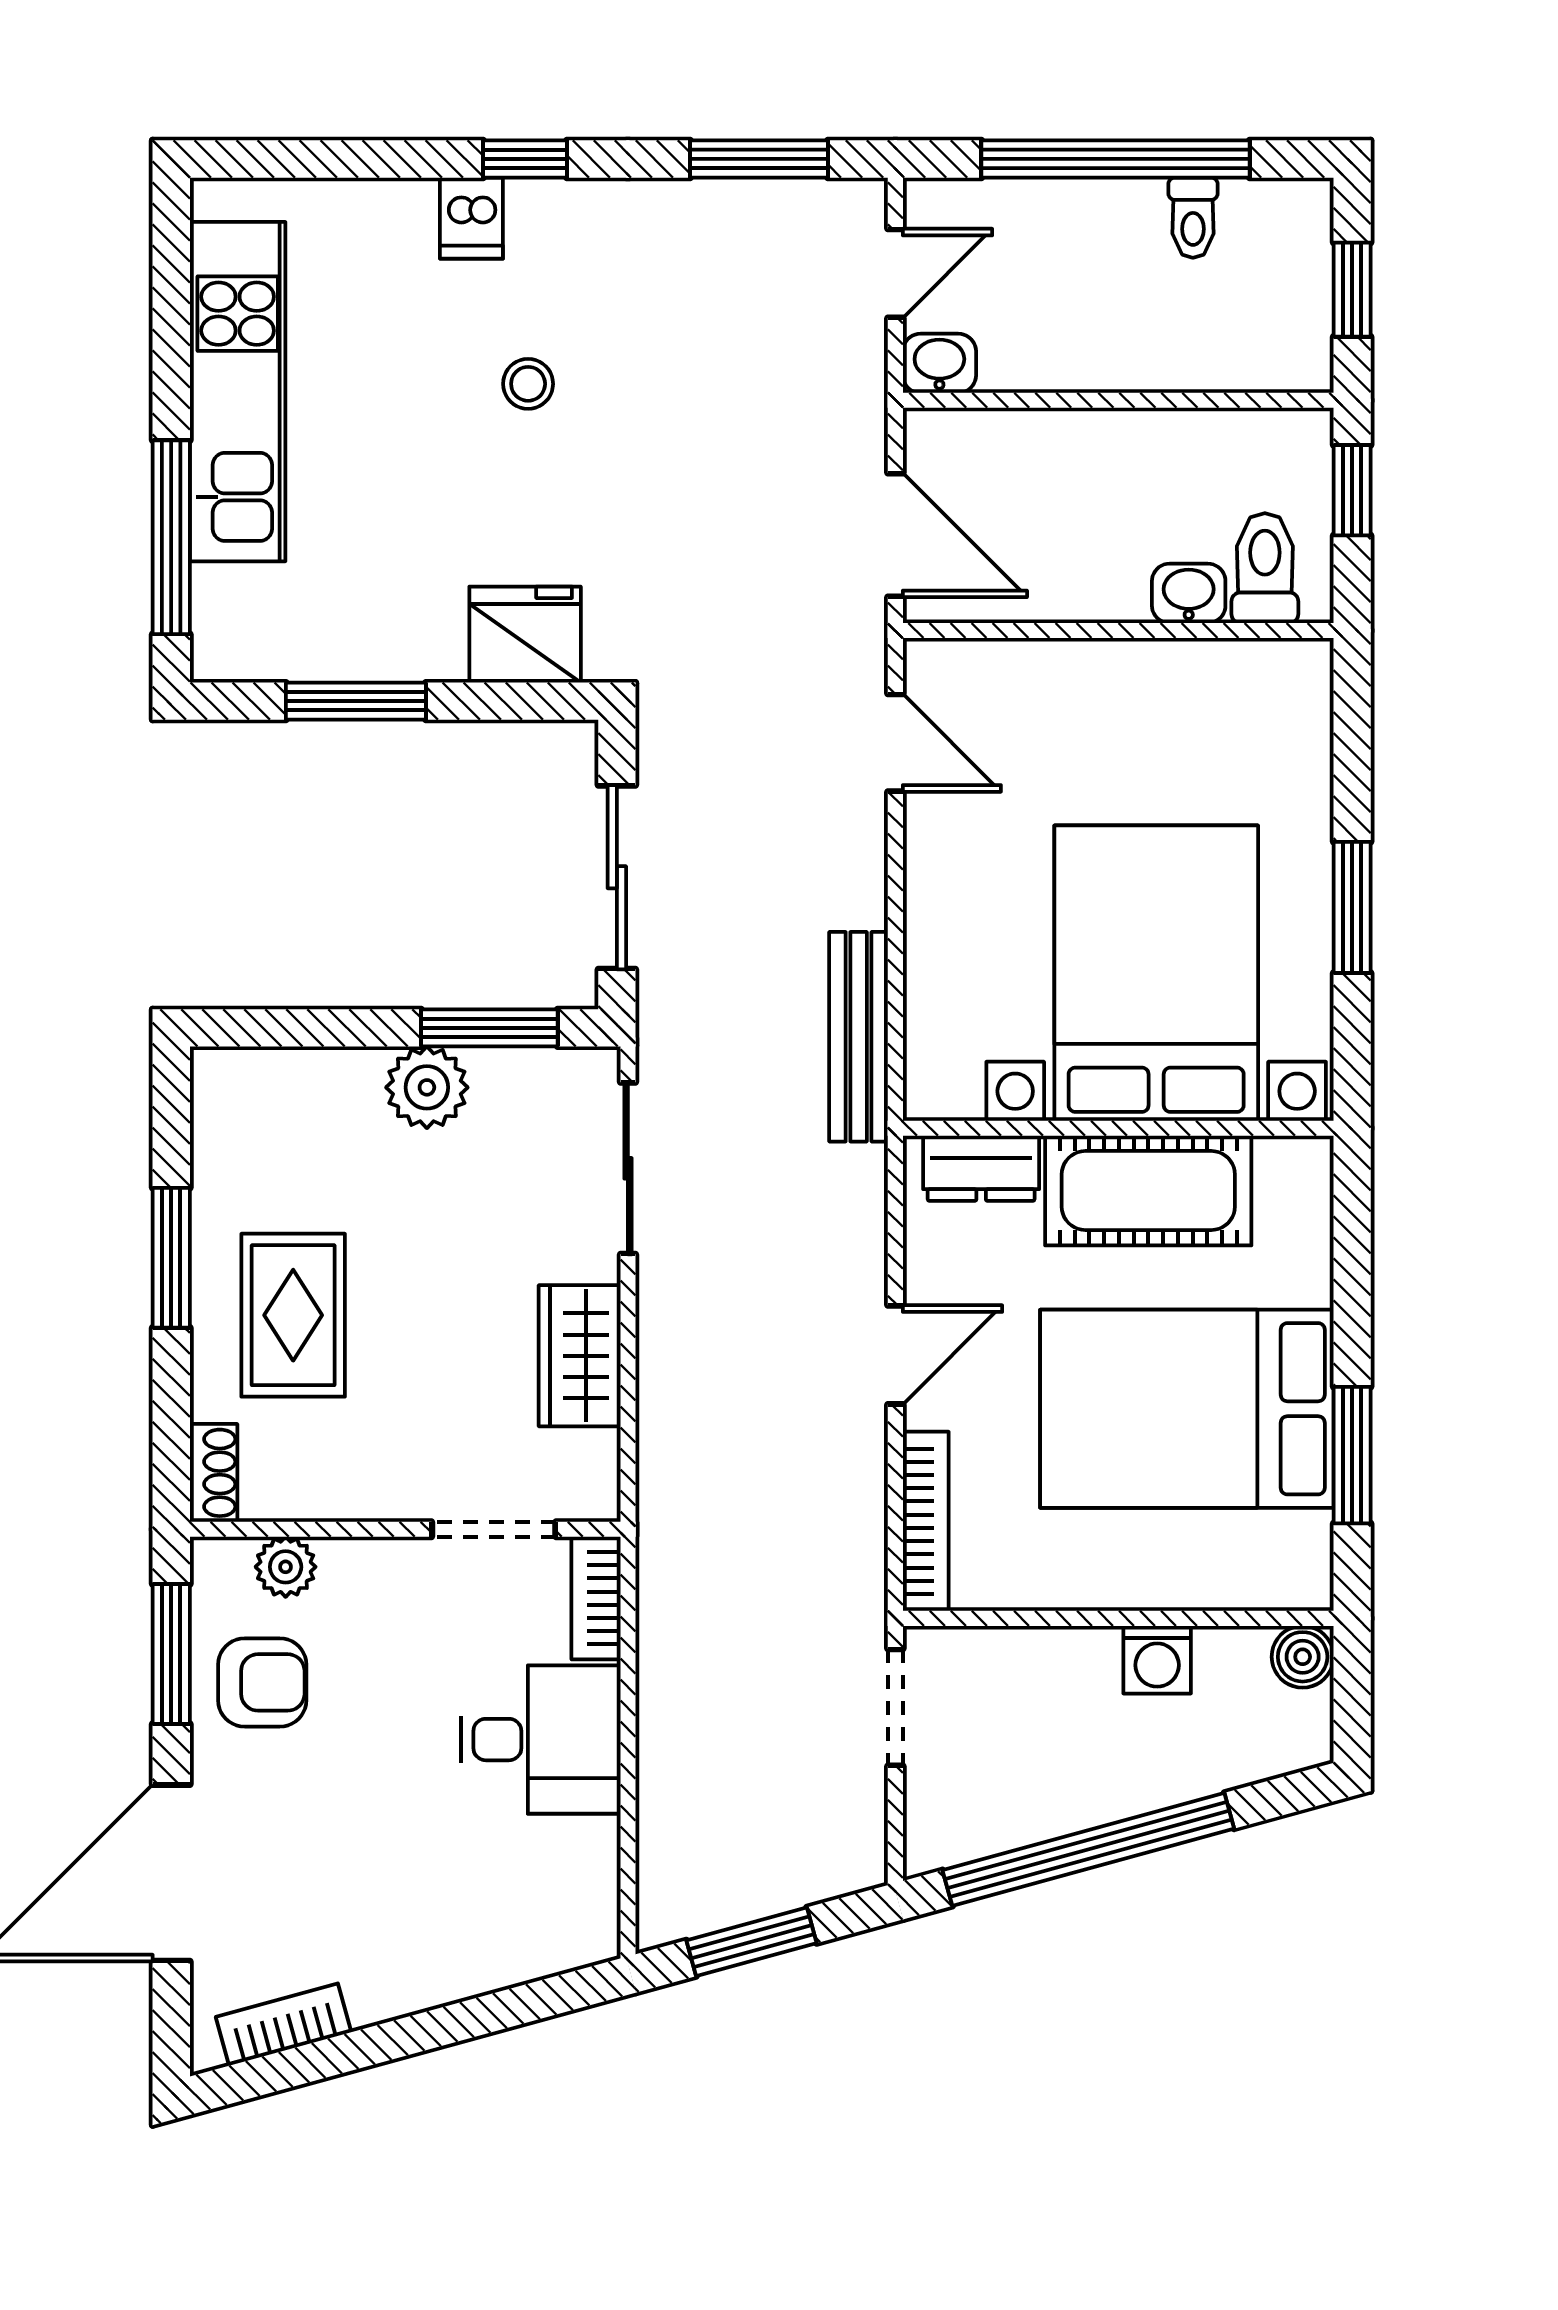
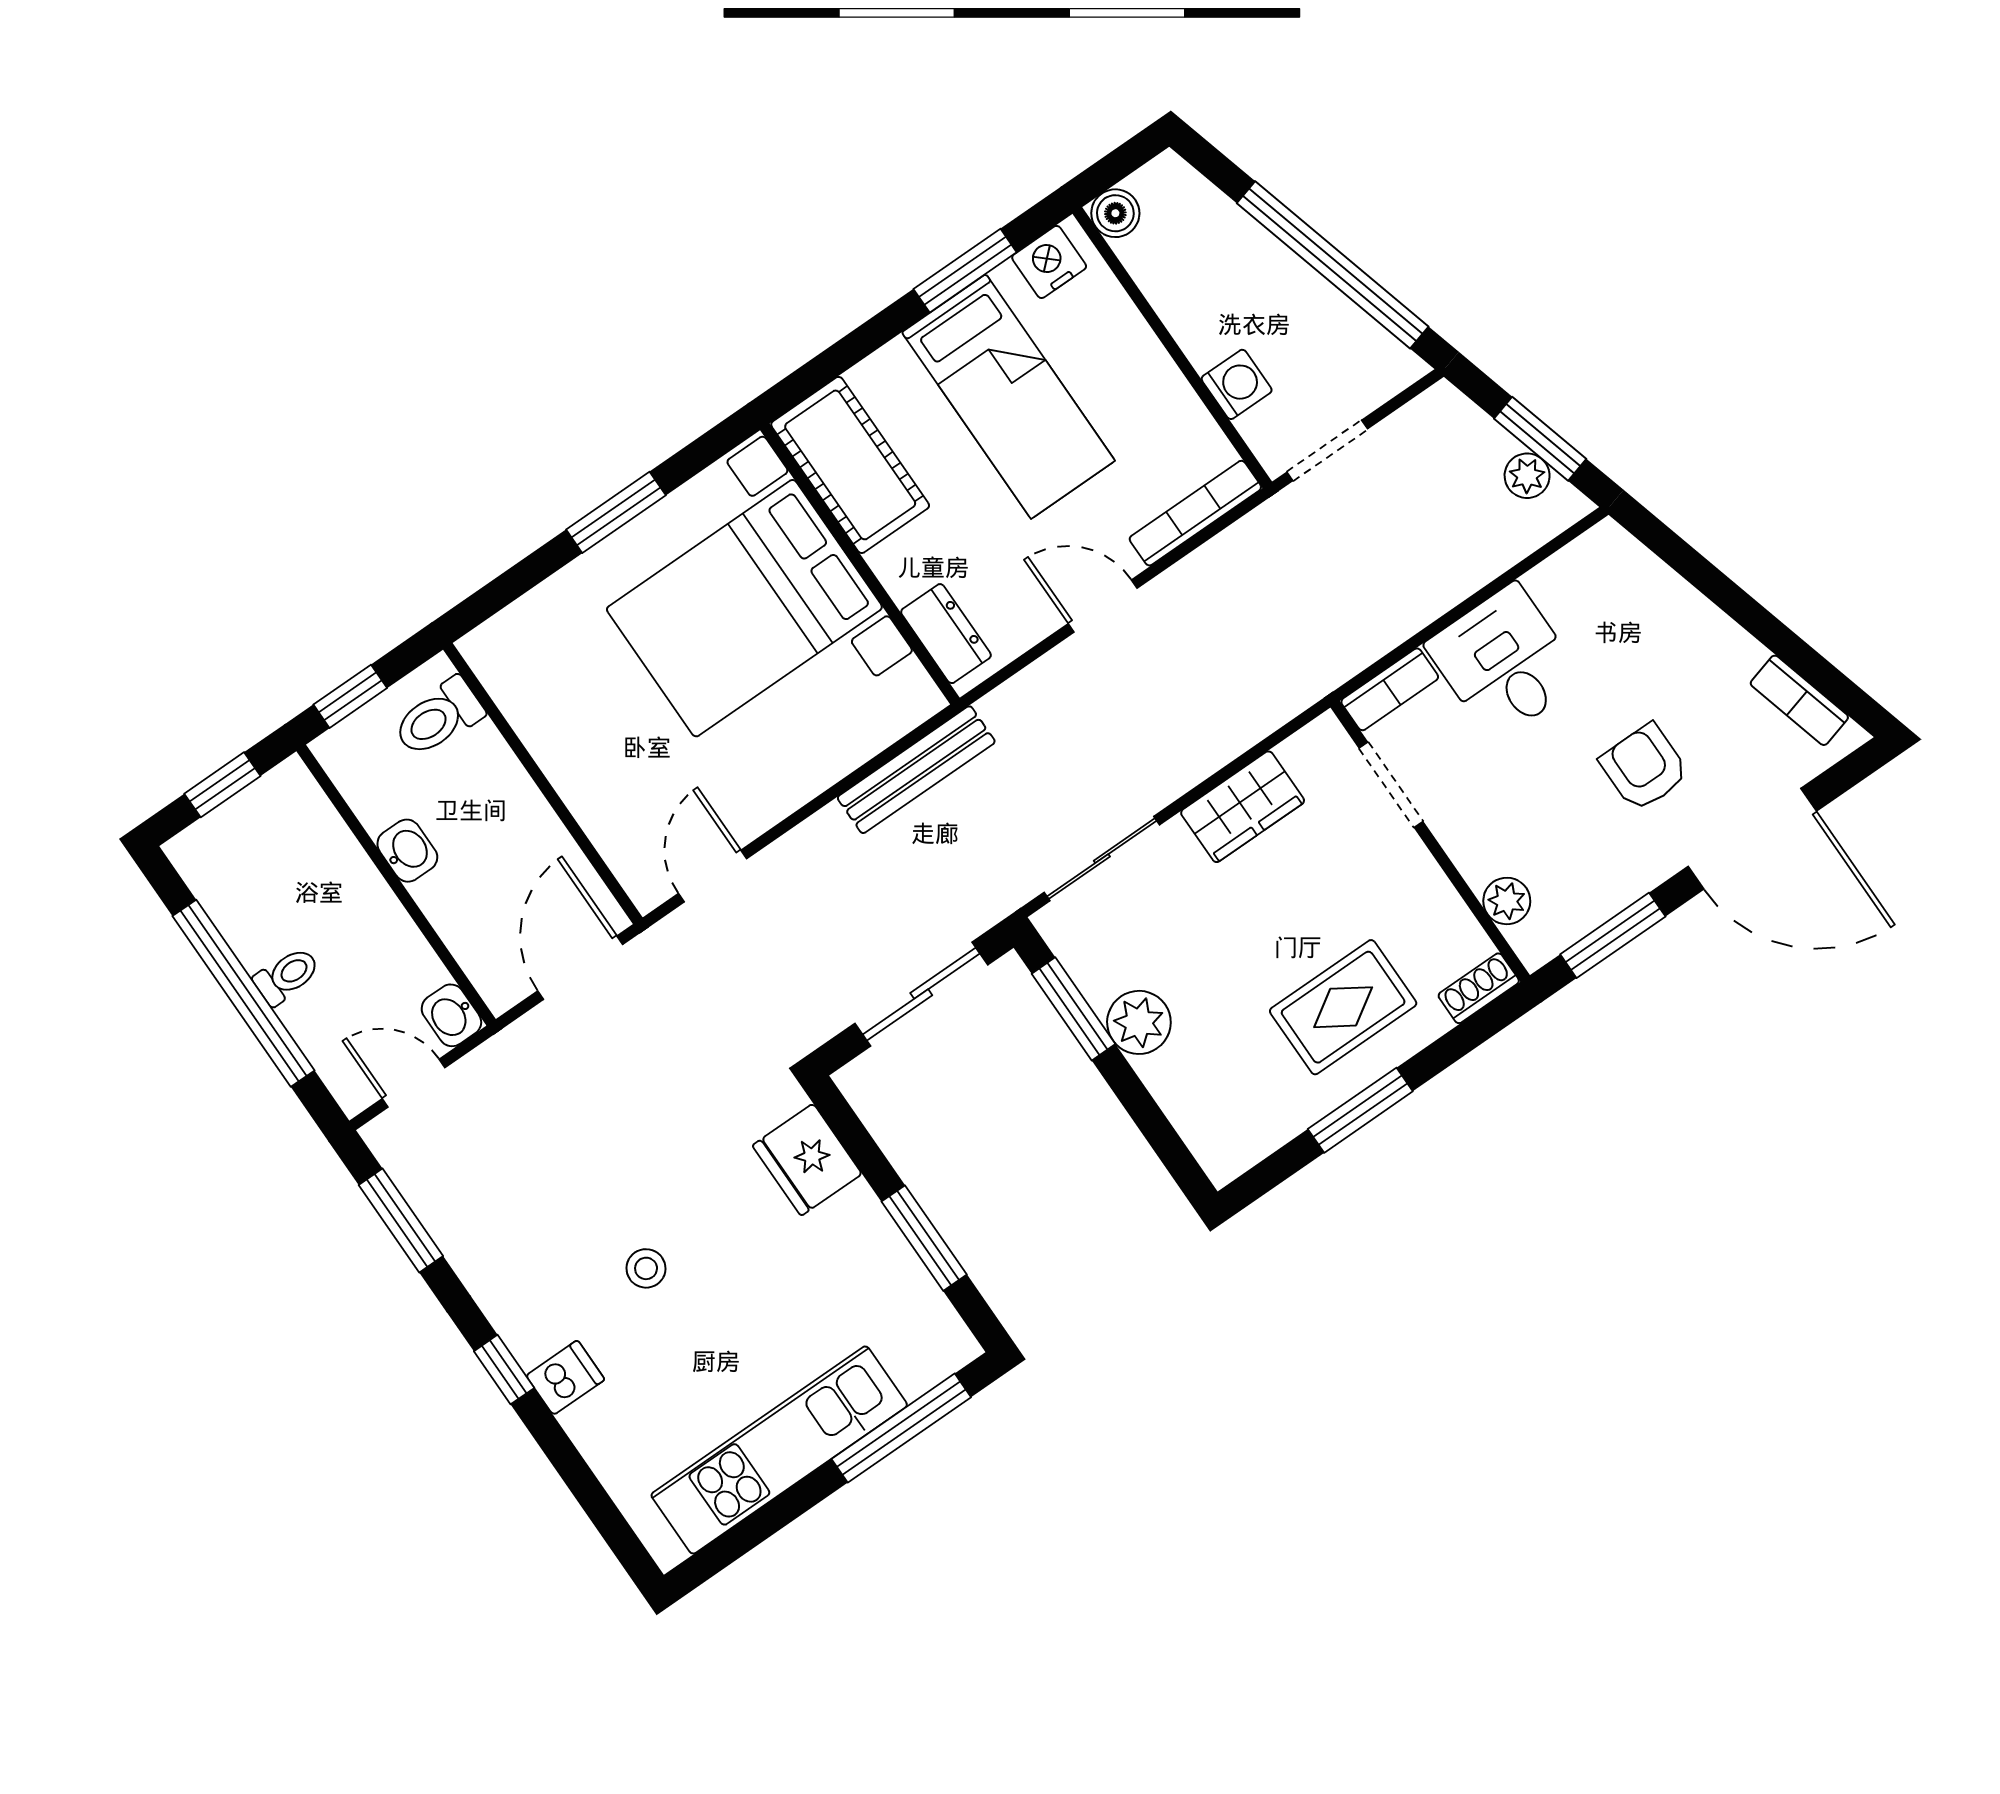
toilet: (1193, 218) -> (287, 976), moved
washbasin: (1189, 593) -> (407, 851), moved, turned 180
cot: (1148, 1191) -> (850, 465), moved
bed: (1187, 1409) -> (1008, 396), width x0.67
nightstand: (1300, 1551) -> (1049, 262), added
washing machine: (1157, 1660) -> (1237, 384), moved
armchair: (262, 1682) -> (1644, 767), moved
plant: (722, 1901) -> (1527, 476), added

